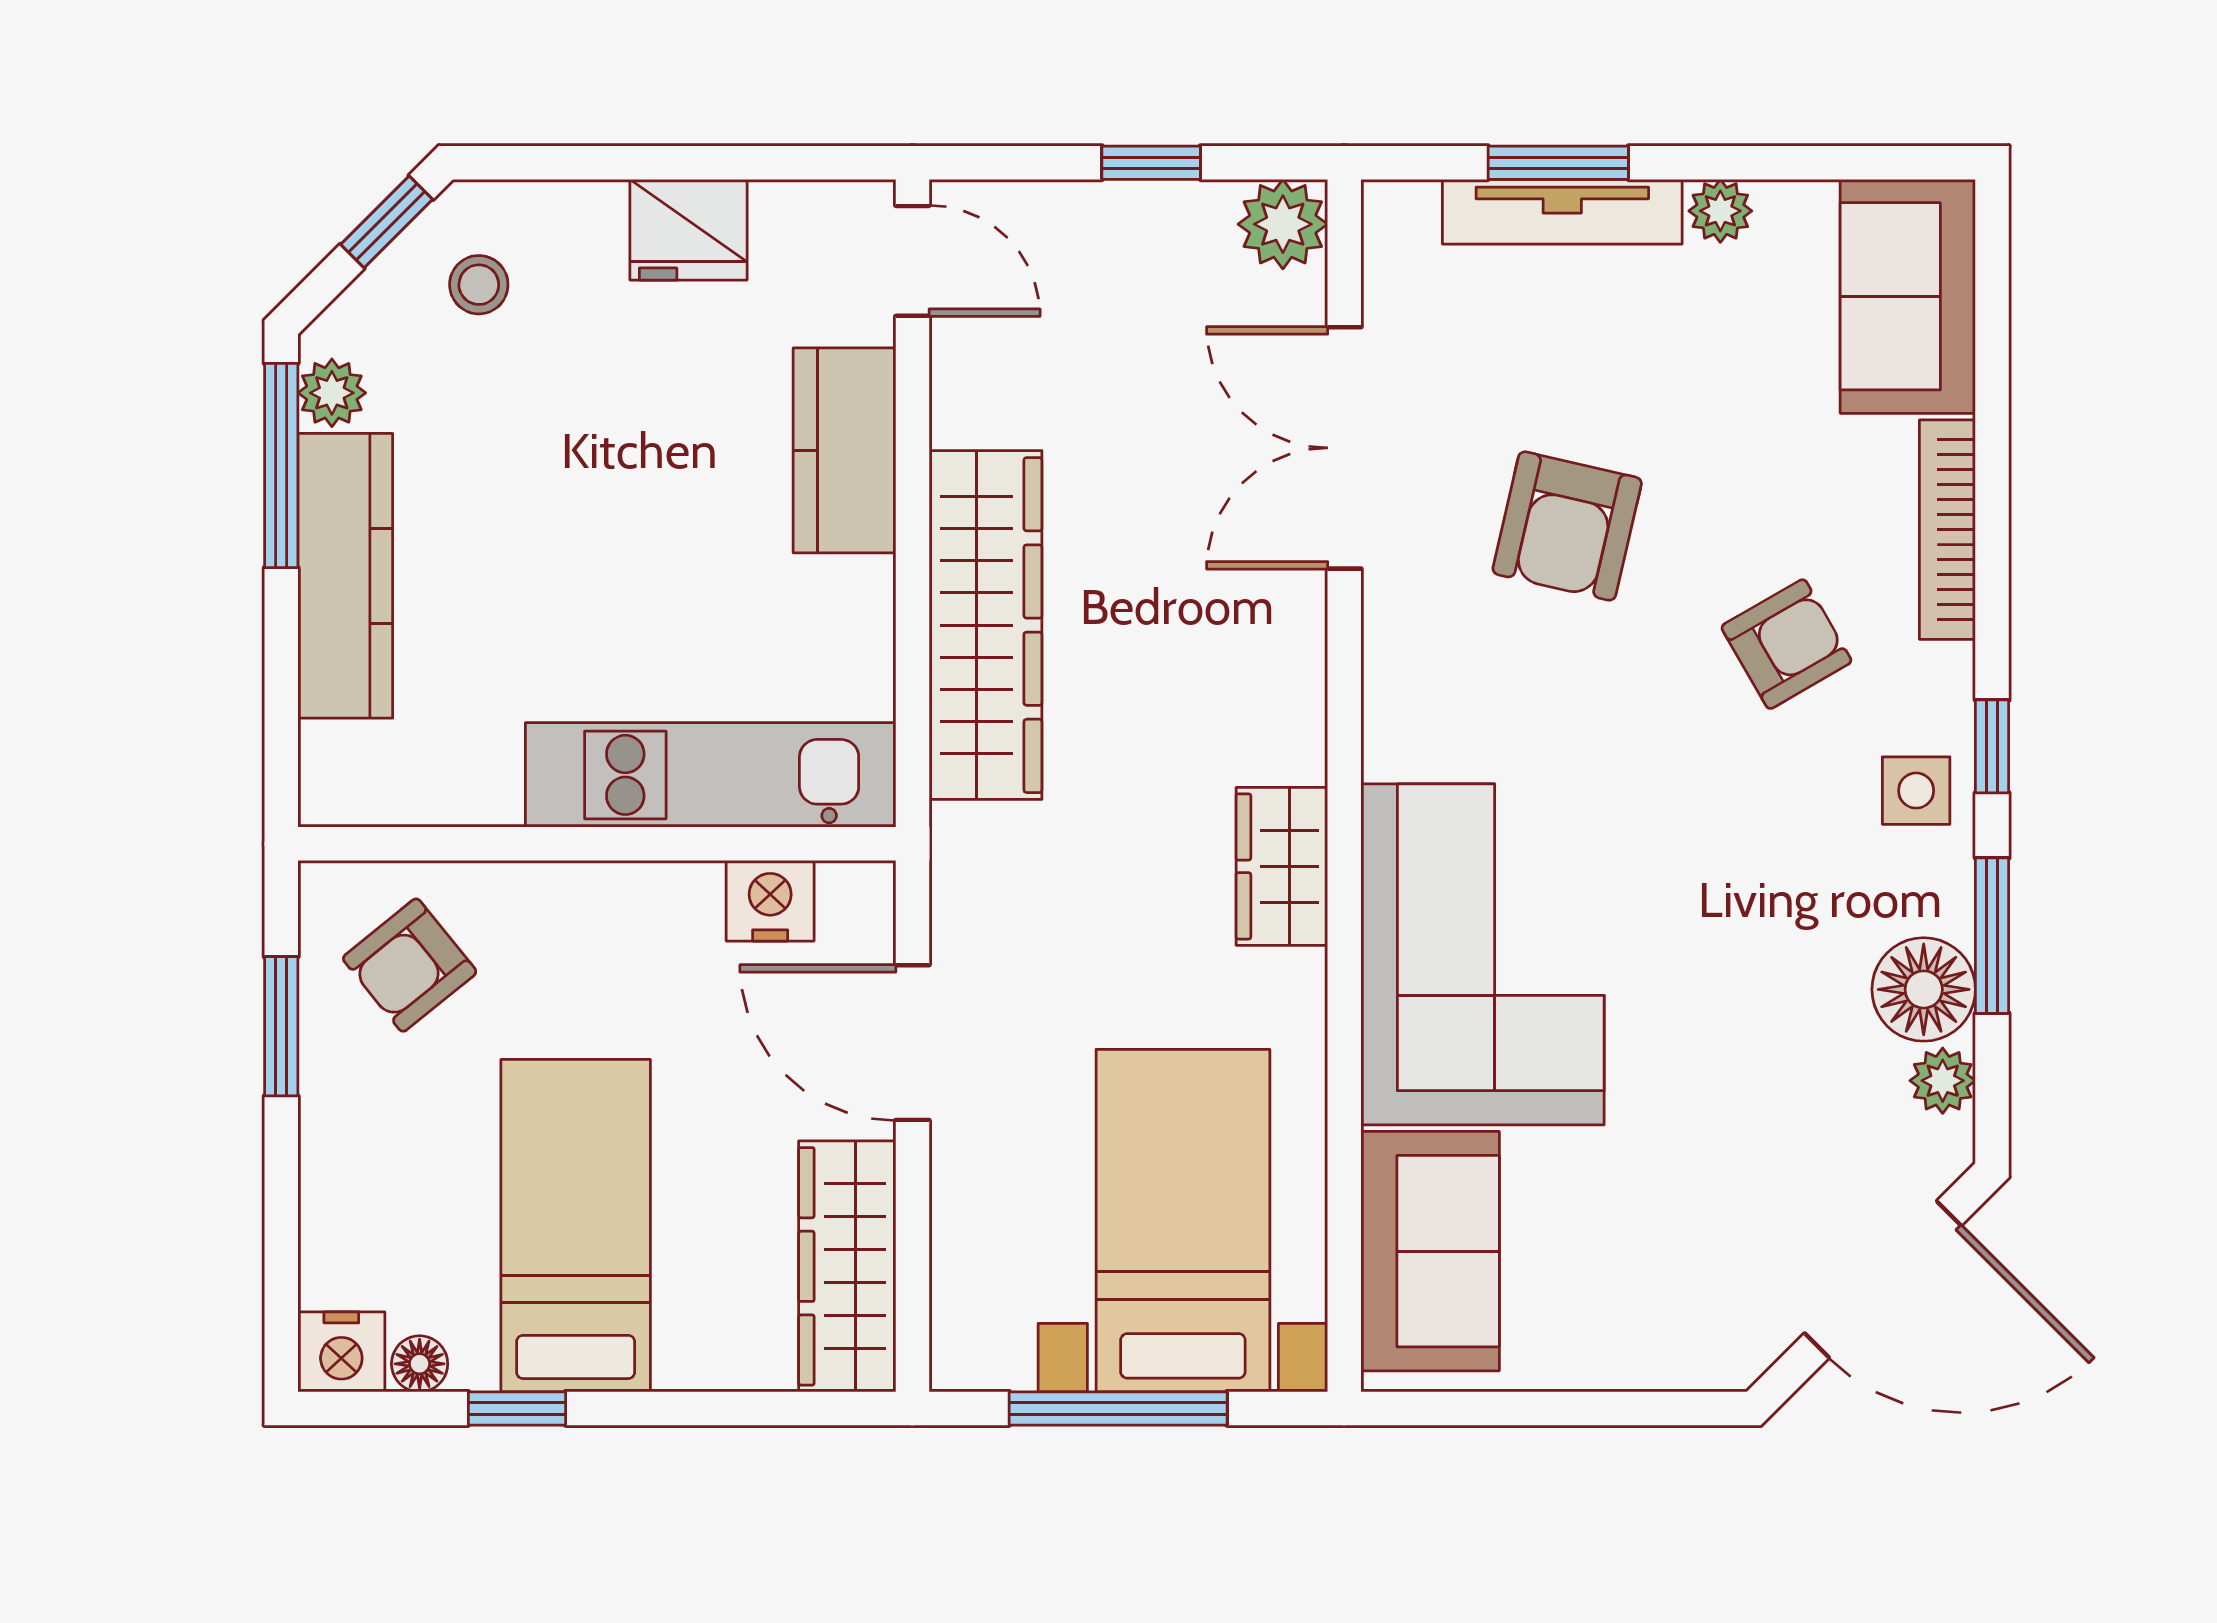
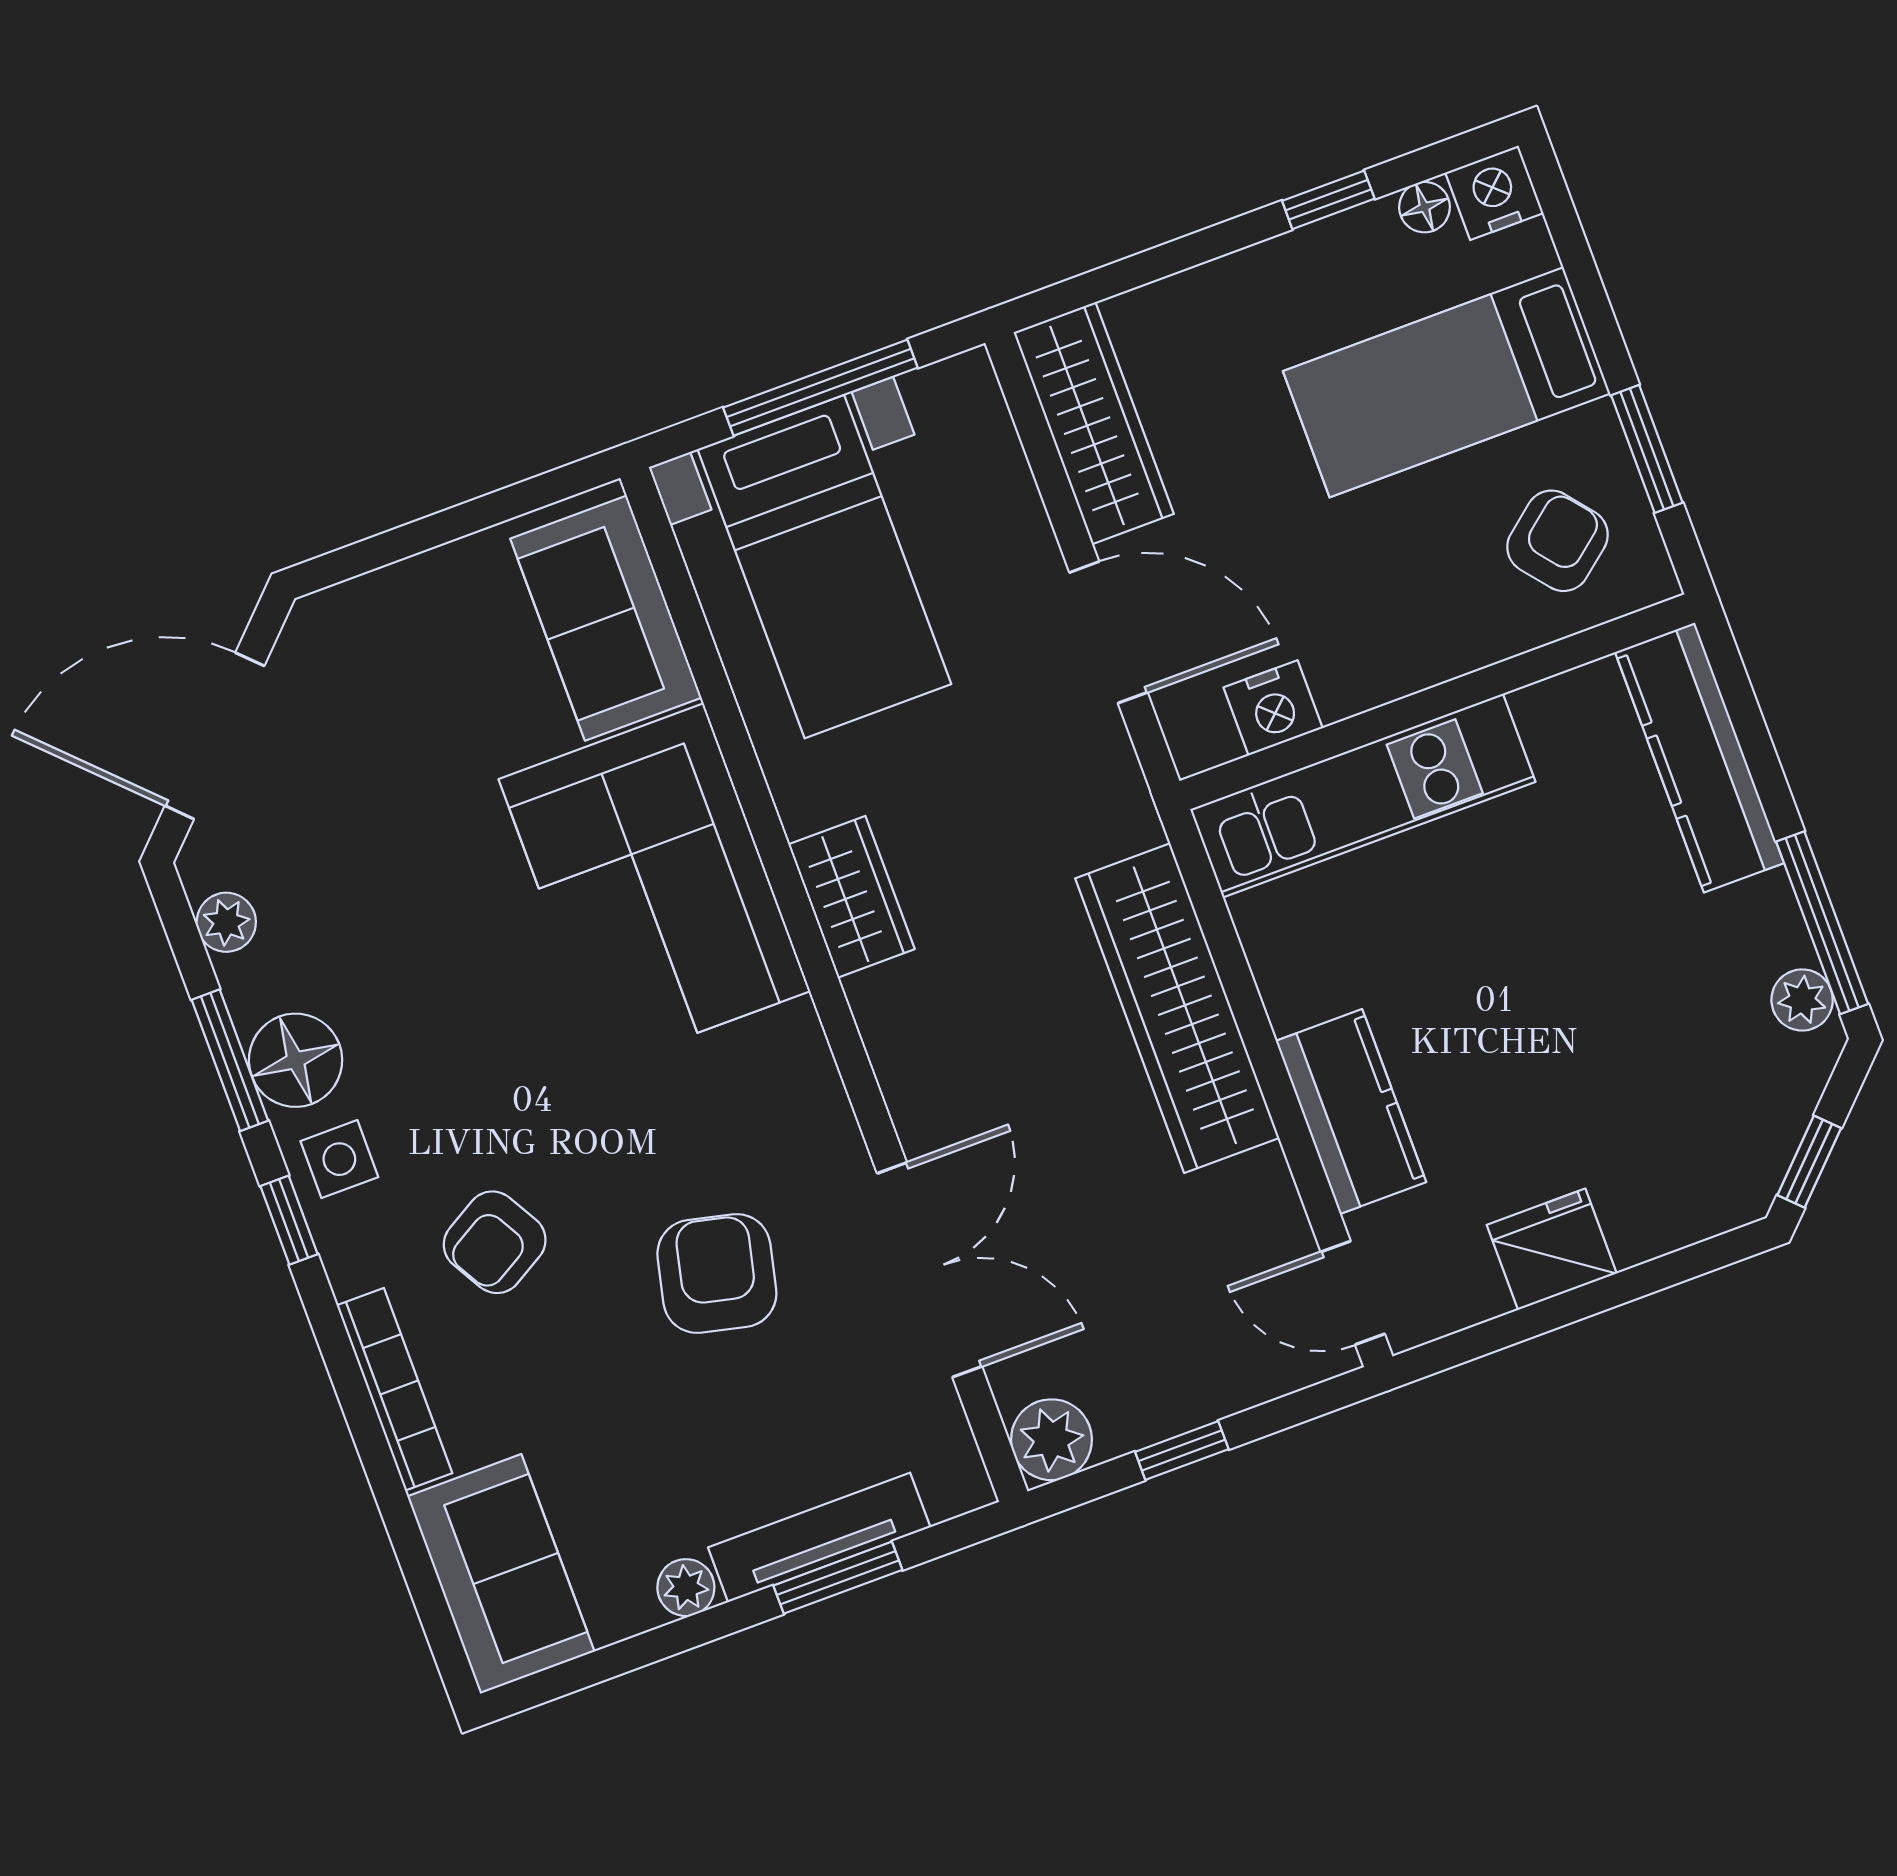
stool: (479, 285) -> (1712, 1137), removed
kitchen counter: (345, 576) -> (1700, 758), moved
floor lamp: (1924, 989) -> (296, 1060), moved
bed: (576, 1226) -> (1447, 382), moved, turned 90

